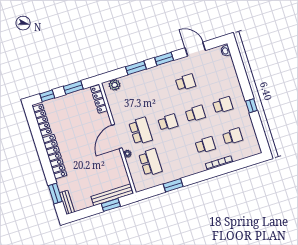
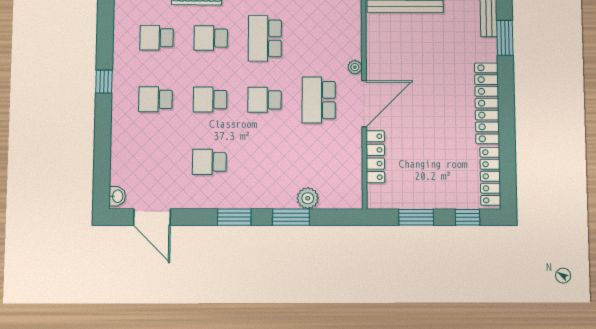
door: (195, 49) -> (152, 217), moved
plant: (115, 85) -> (308, 198), moved
locker: (99, 99) -> (375, 157), moved
school desk: (150, 162) -> (265, 38), moved

